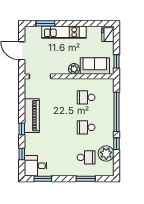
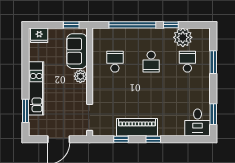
school desk: (86, 97) -> (115, 62), turned 180
window: (22, 154) -> (121, 139), moved

